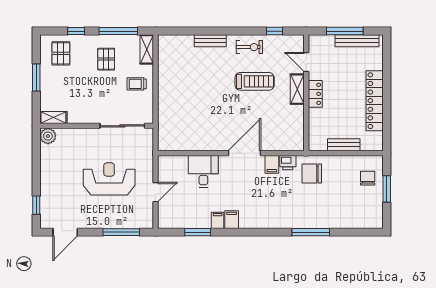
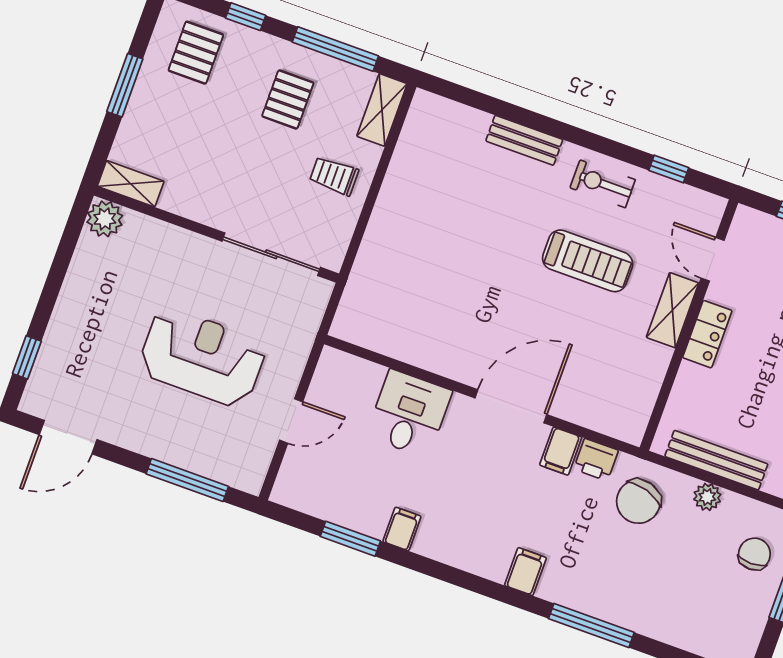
exercise bike: (249, 47) -> (603, 184), turned 180
bench: (344, 145) -> (716, 460), width x1.36
plant: (340, 161) -> (707, 497), added
chair: (312, 174) -> (638, 501), turned -73
filing cabinet: (232, 220) -> (525, 572), moved

